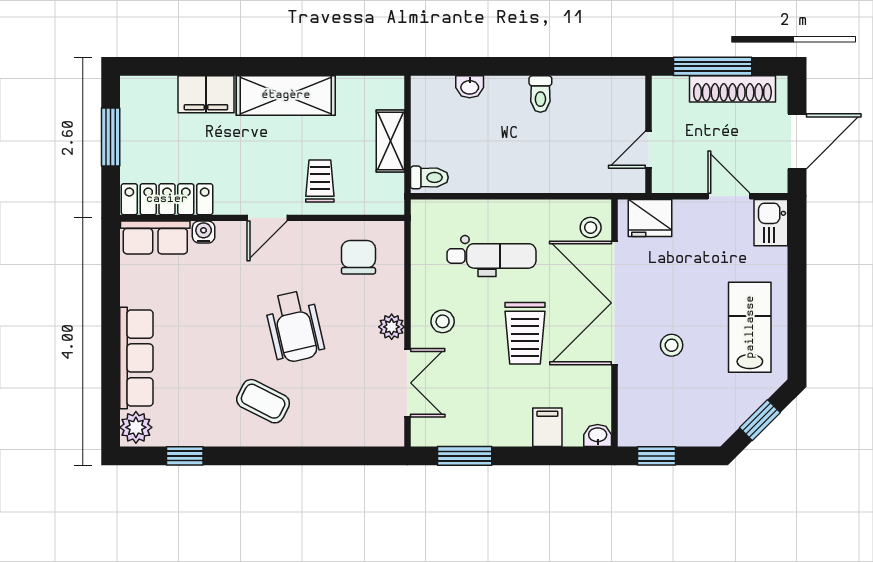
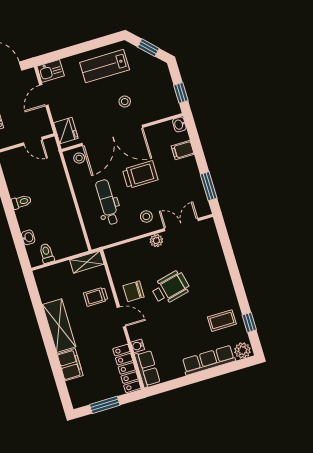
shelving: (390, 141) -> (87, 262), moved
toilet: (429, 177) -> (47, 253), moved
chair: (358, 257) -> (134, 291), moved
coffee table: (263, 401) -> (222, 321), moved, turned 63

